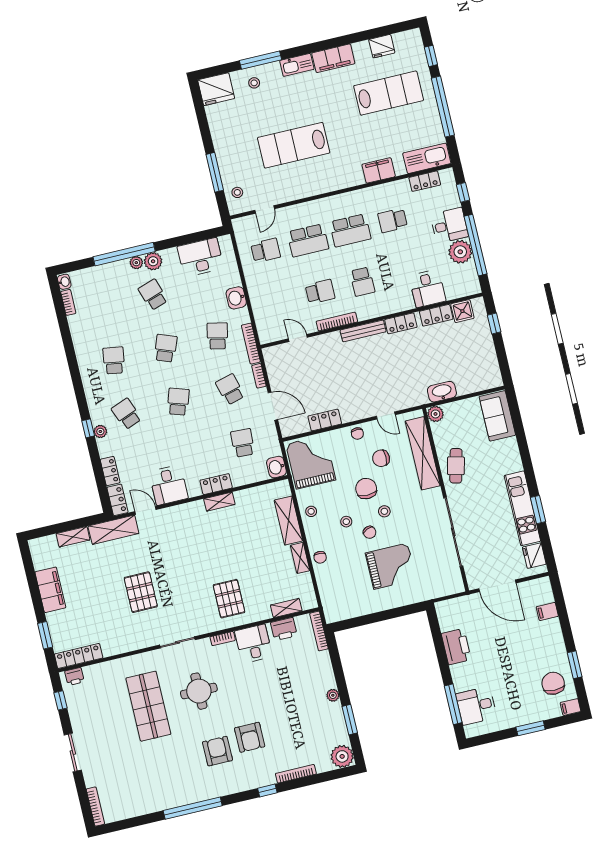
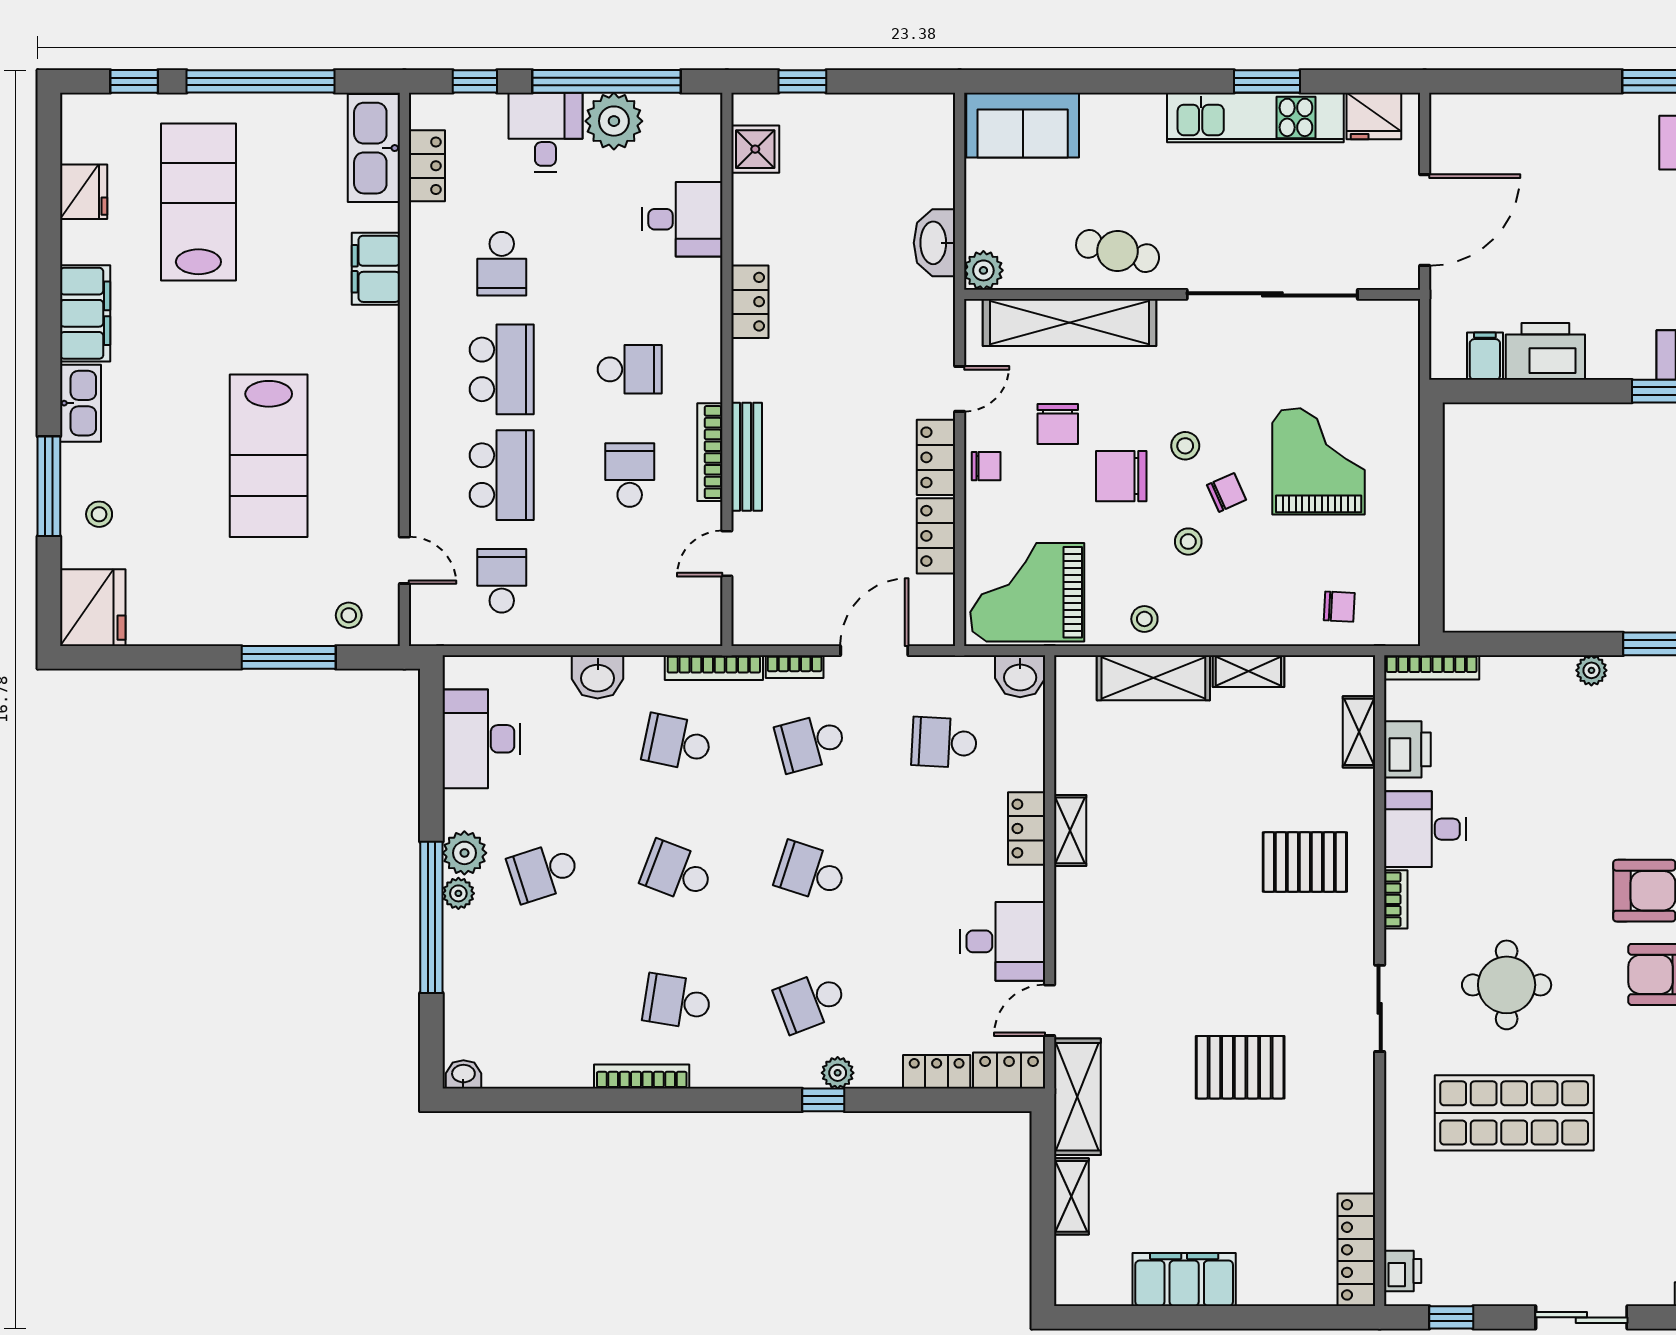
bookcase: (68, 302) -> (642, 1077), moved, width x1.56
locker: (436, 315) -> (936, 457), moved, turned 180
bench: (363, 331) -> (747, 457), moved
chair: (320, 557) -> (1339, 607), moved
filing cabinet: (547, 611) -> (1485, 356), moved, turned 180
window: (45, 635) -> (1289, 1317), removed

